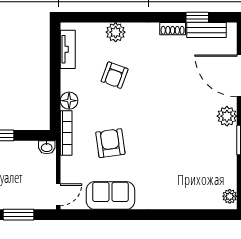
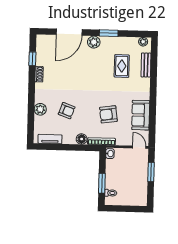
bench: (206, 30) -> (146, 65), moved
rug: (189, 163) -> (122, 66), added

